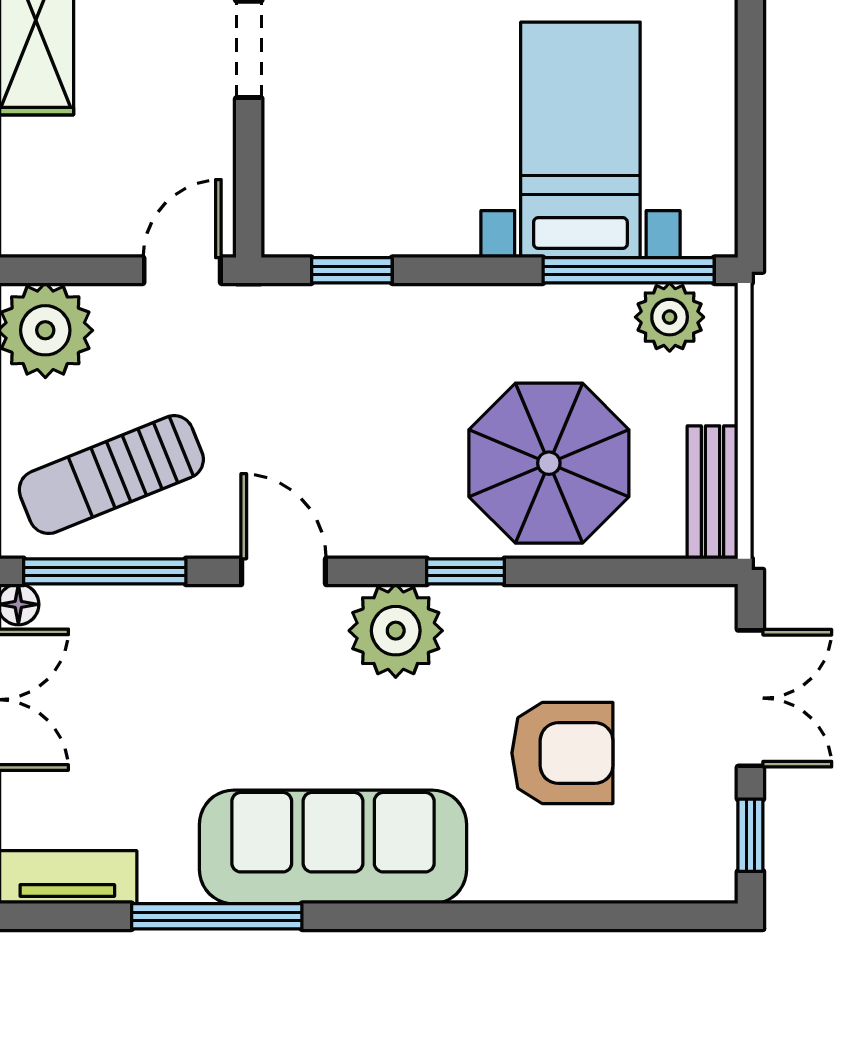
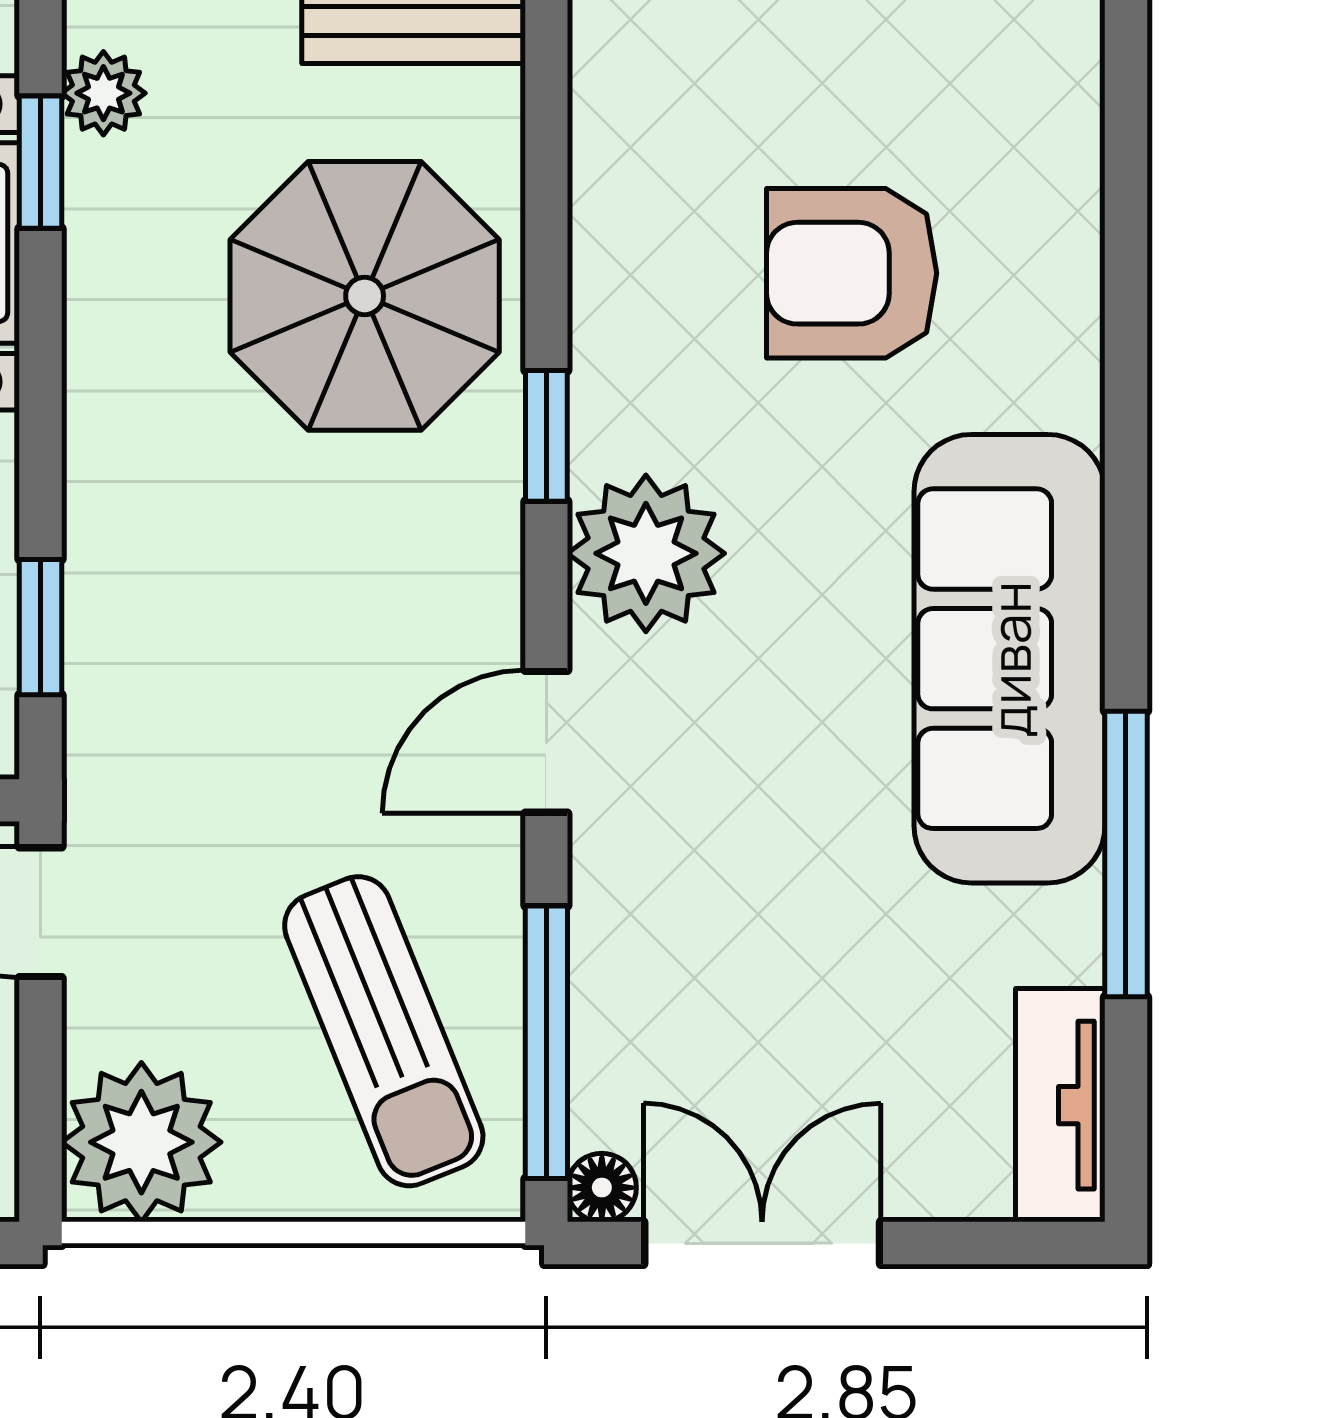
window: (629, 270) -> (40, 162), width x0.46
plant: (670, 317) -> (103, 93), width x0.73, depth x0.73
armchair: (562, 753) -> (852, 273), turned -90

